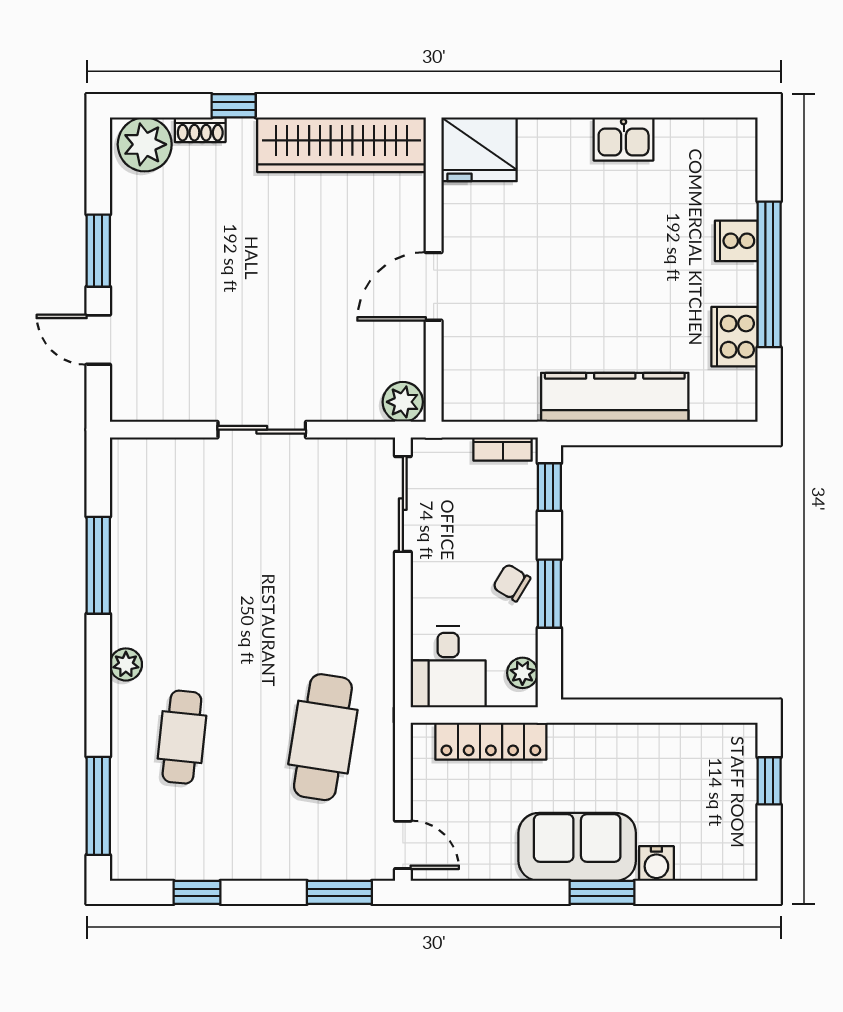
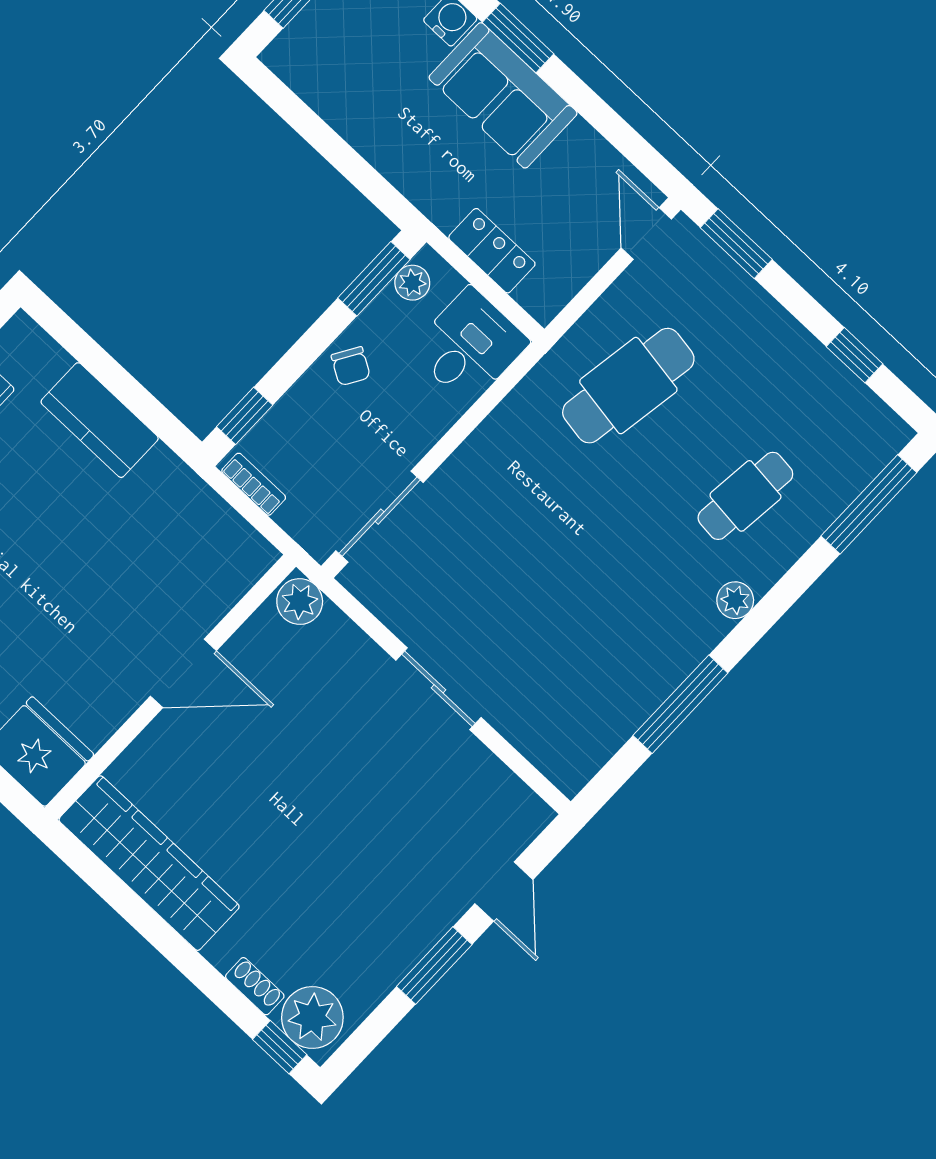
window: (234, 106) -> (280, 1047), moved
kitchen counter: (615, 397) -> (100, 420), width x0.67
window: (549, 594) -> (374, 279), moved
locker: (491, 741) -> (492, 251), width x0.66

